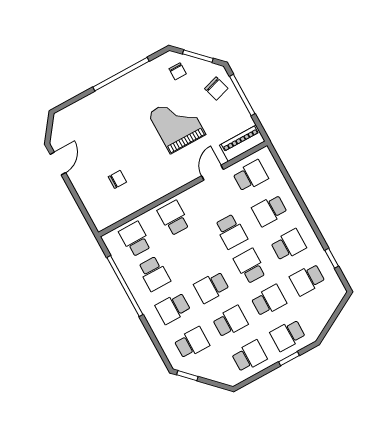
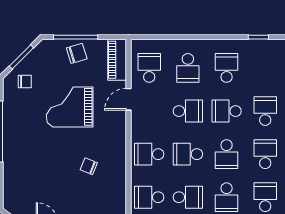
chair: (216, 89) -> (77, 53), moved
door: (212, 173) -> (128, 99), hinge flipped
chair: (117, 179) -> (89, 166), moved, turned -68
school desk: (307, 280) -> (188, 154), moved, turned 90

